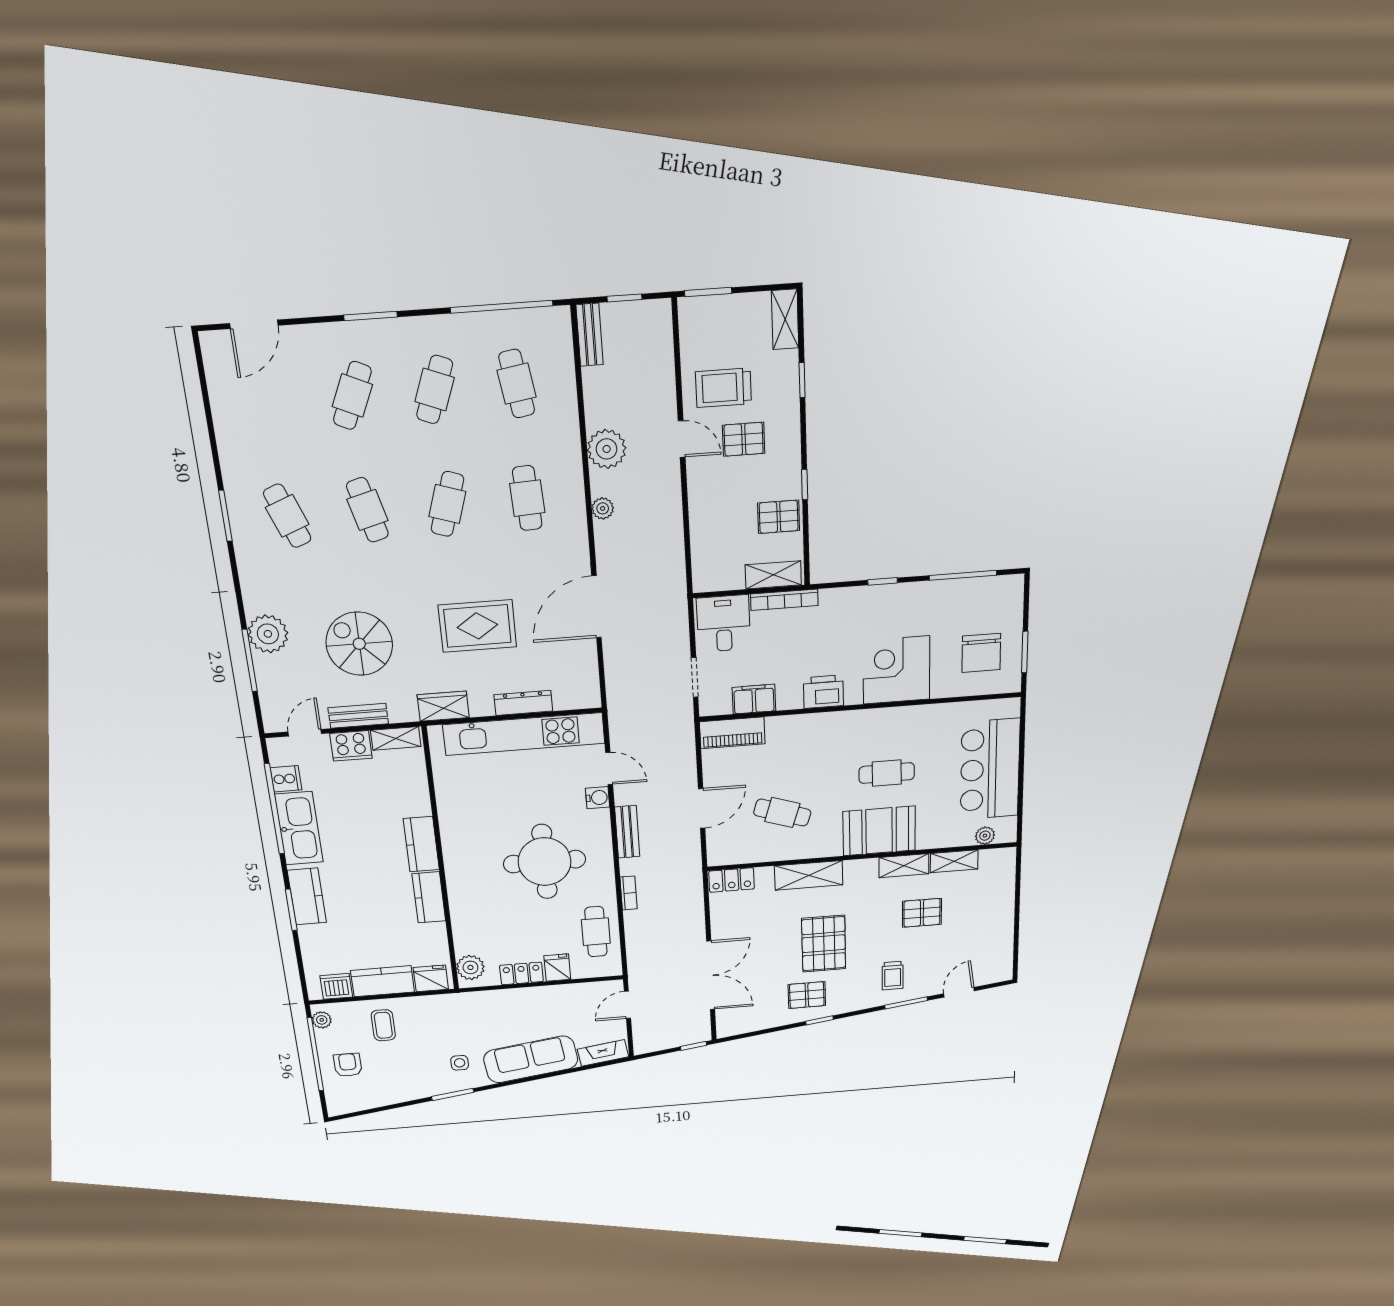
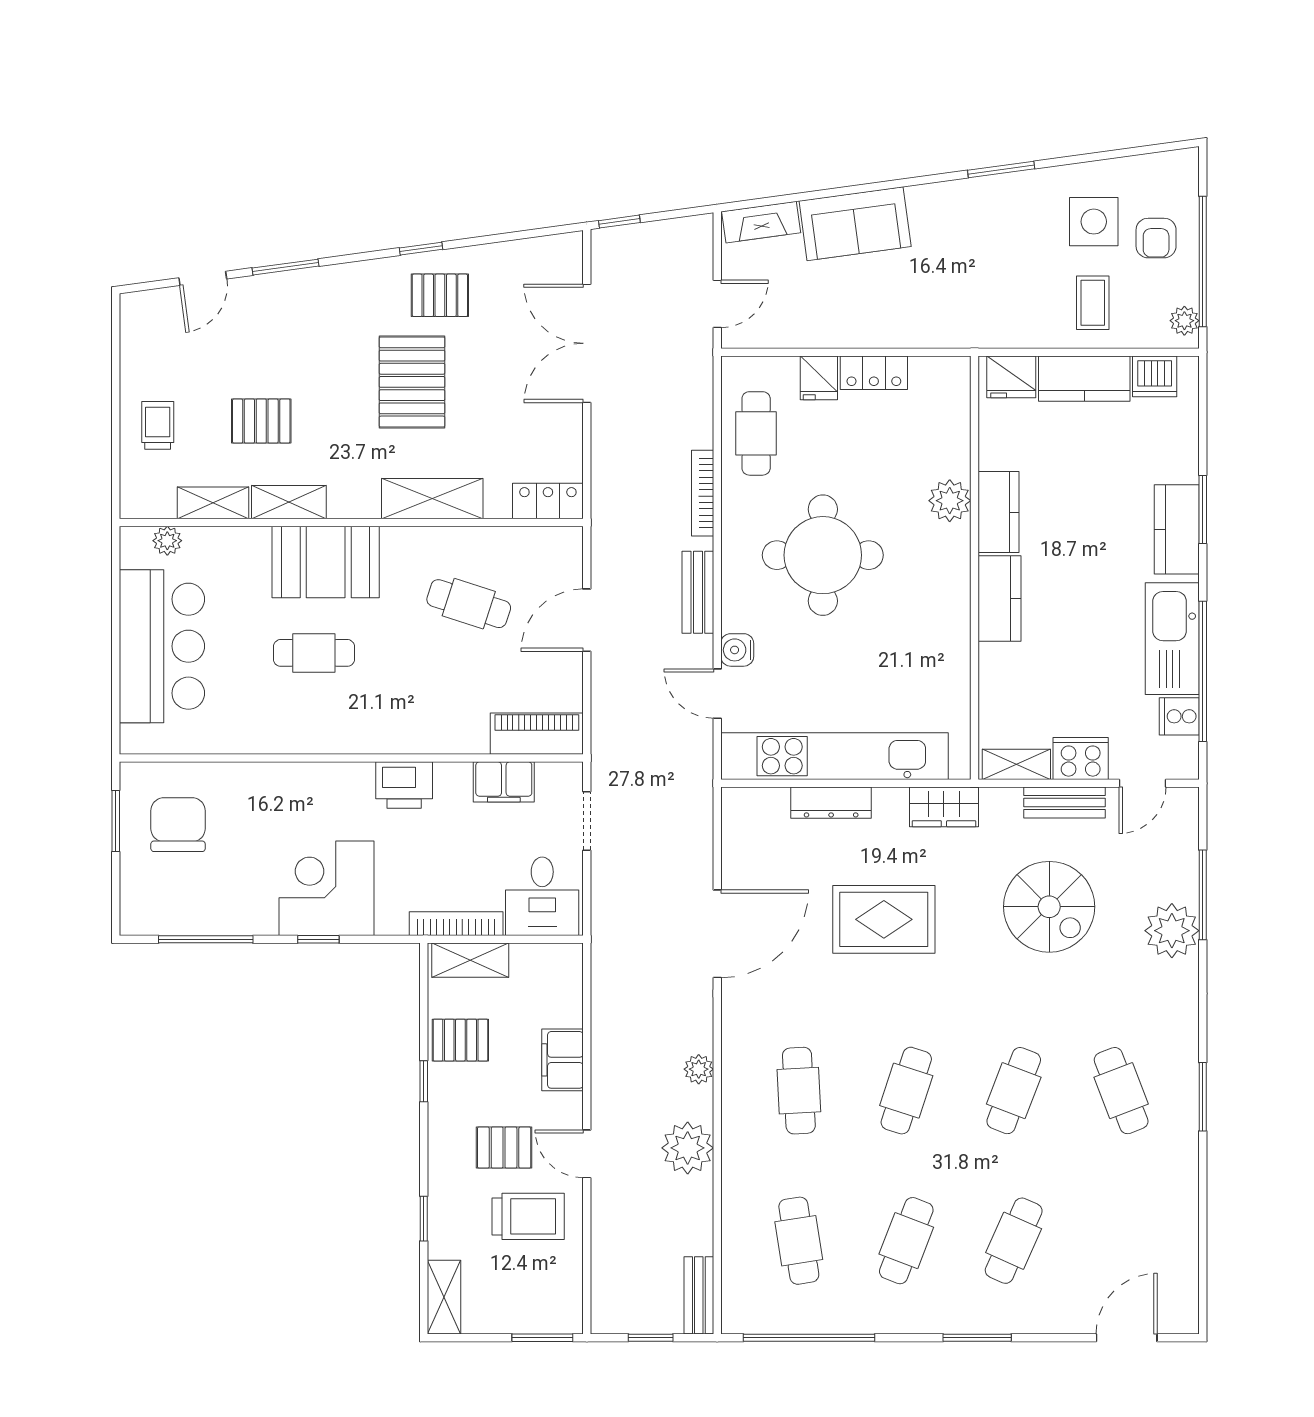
filing cabinet: (703, 508) -> (562, 1060), added
cafe table: (367, 510) -> (1014, 1091), turned 36
corner desk: (896, 670) -> (327, 888), moved, turned 180
bookcase: (629, 893) -> (703, 493), width x1.56
plant: (470, 967) -> (950, 501), moved
trolley: (893, 976) -> (158, 425), moved
sofa: (531, 1059) -> (855, 224), width x0.73
side table: (460, 1063) -> (1094, 222), moved, width x1.87, depth x1.87

